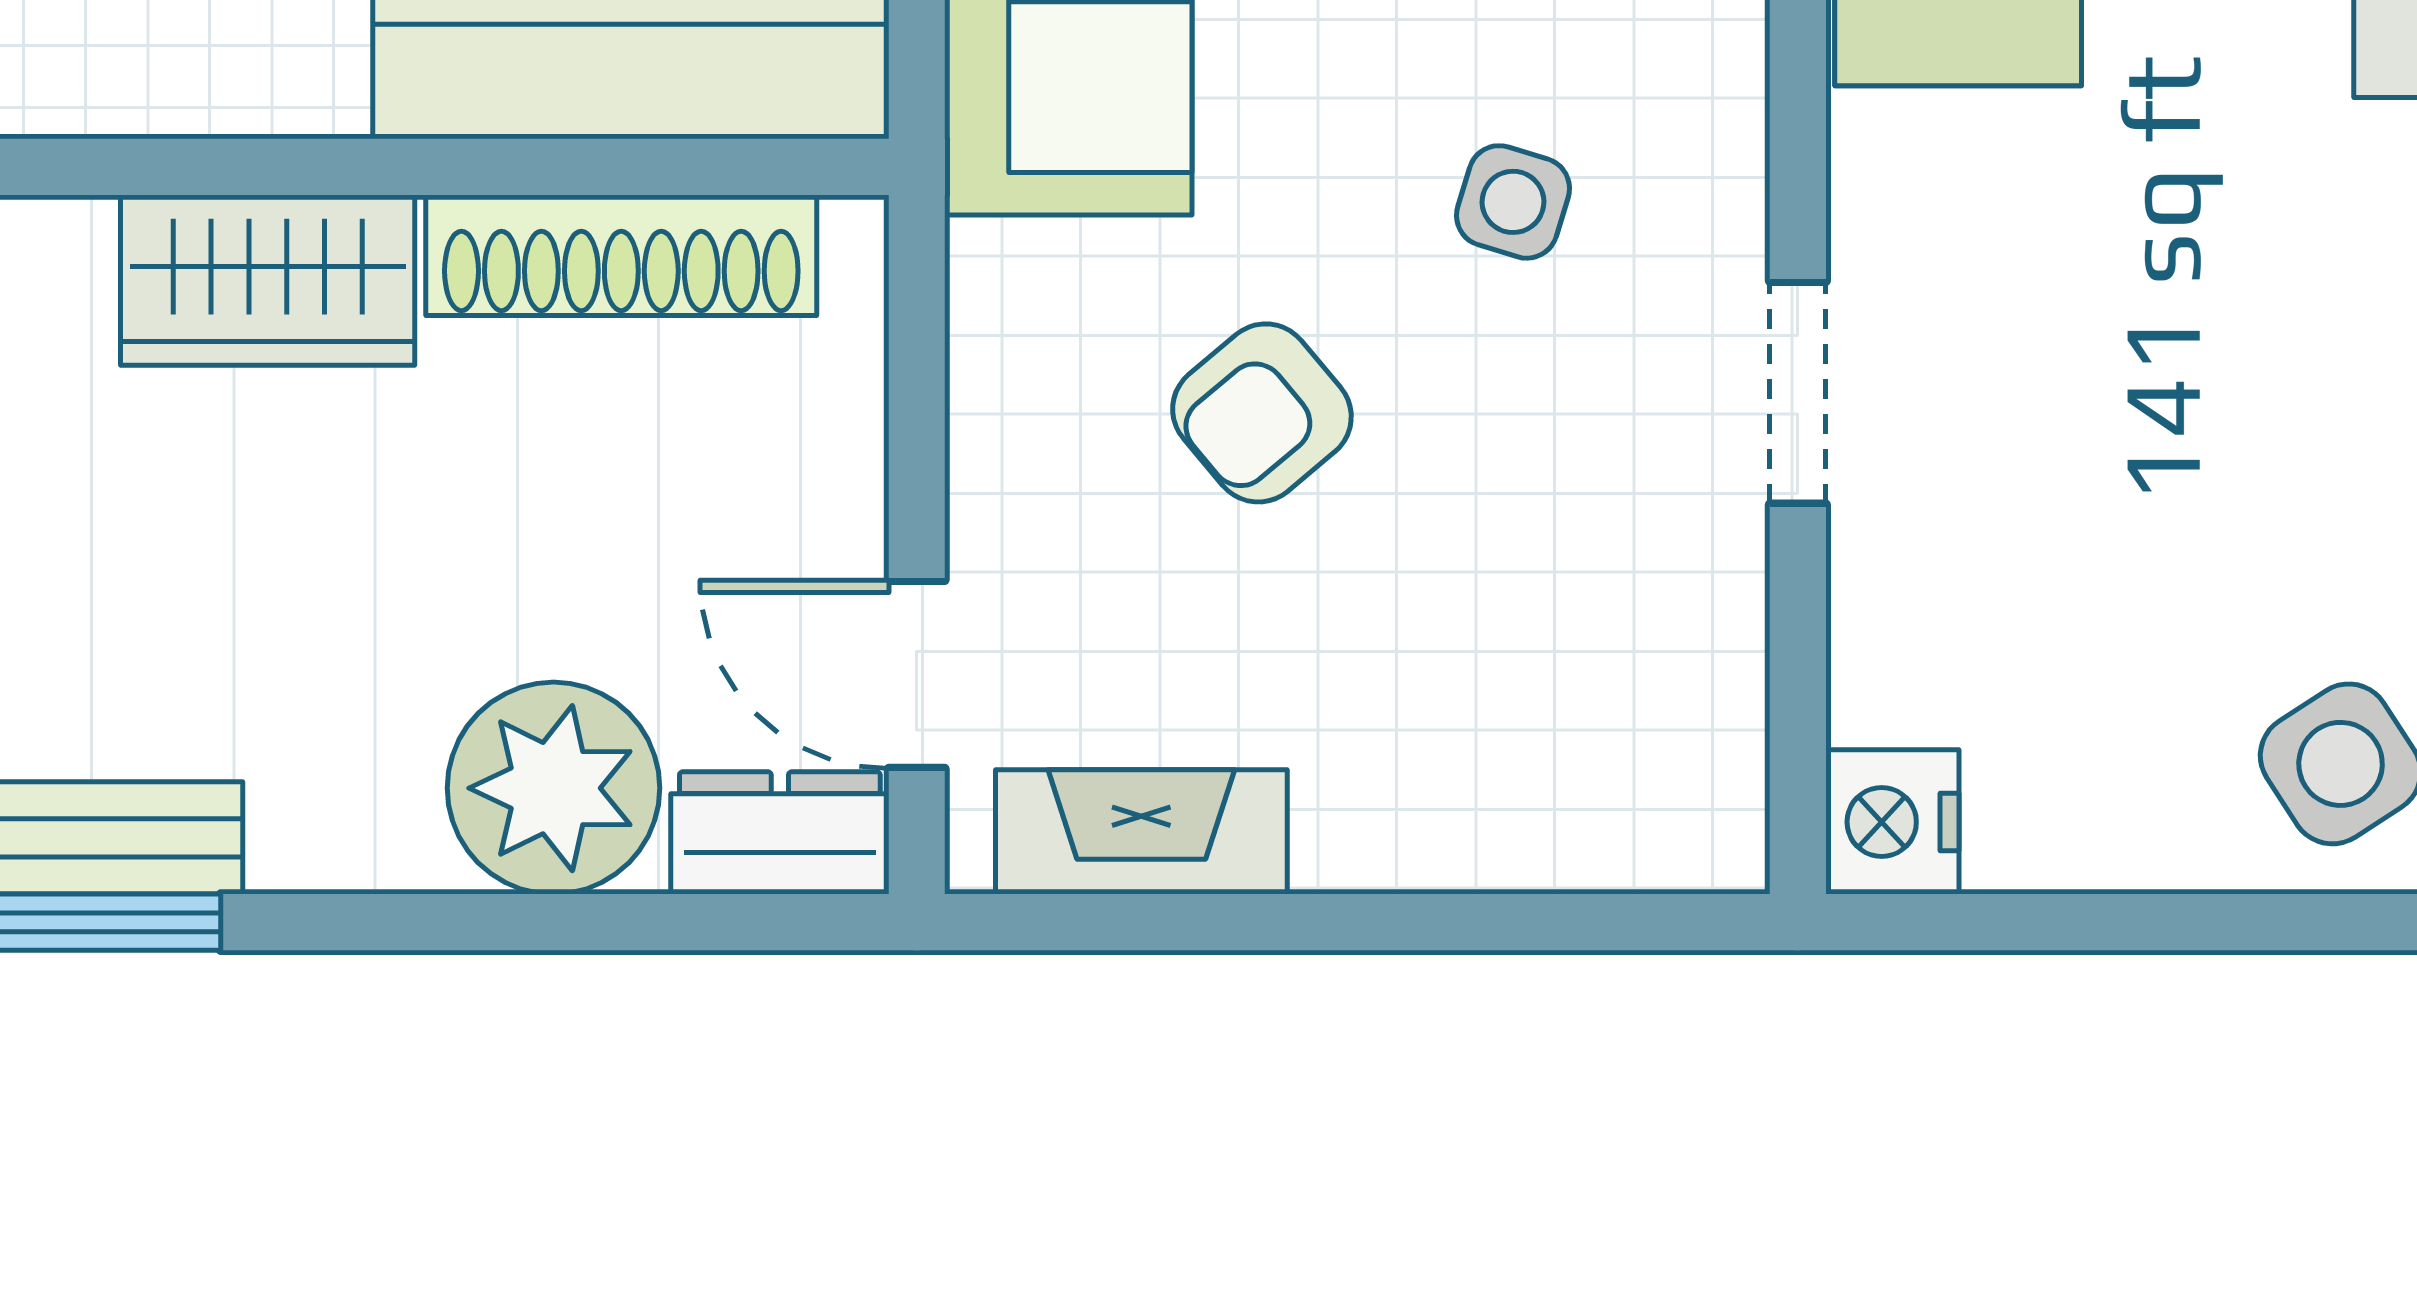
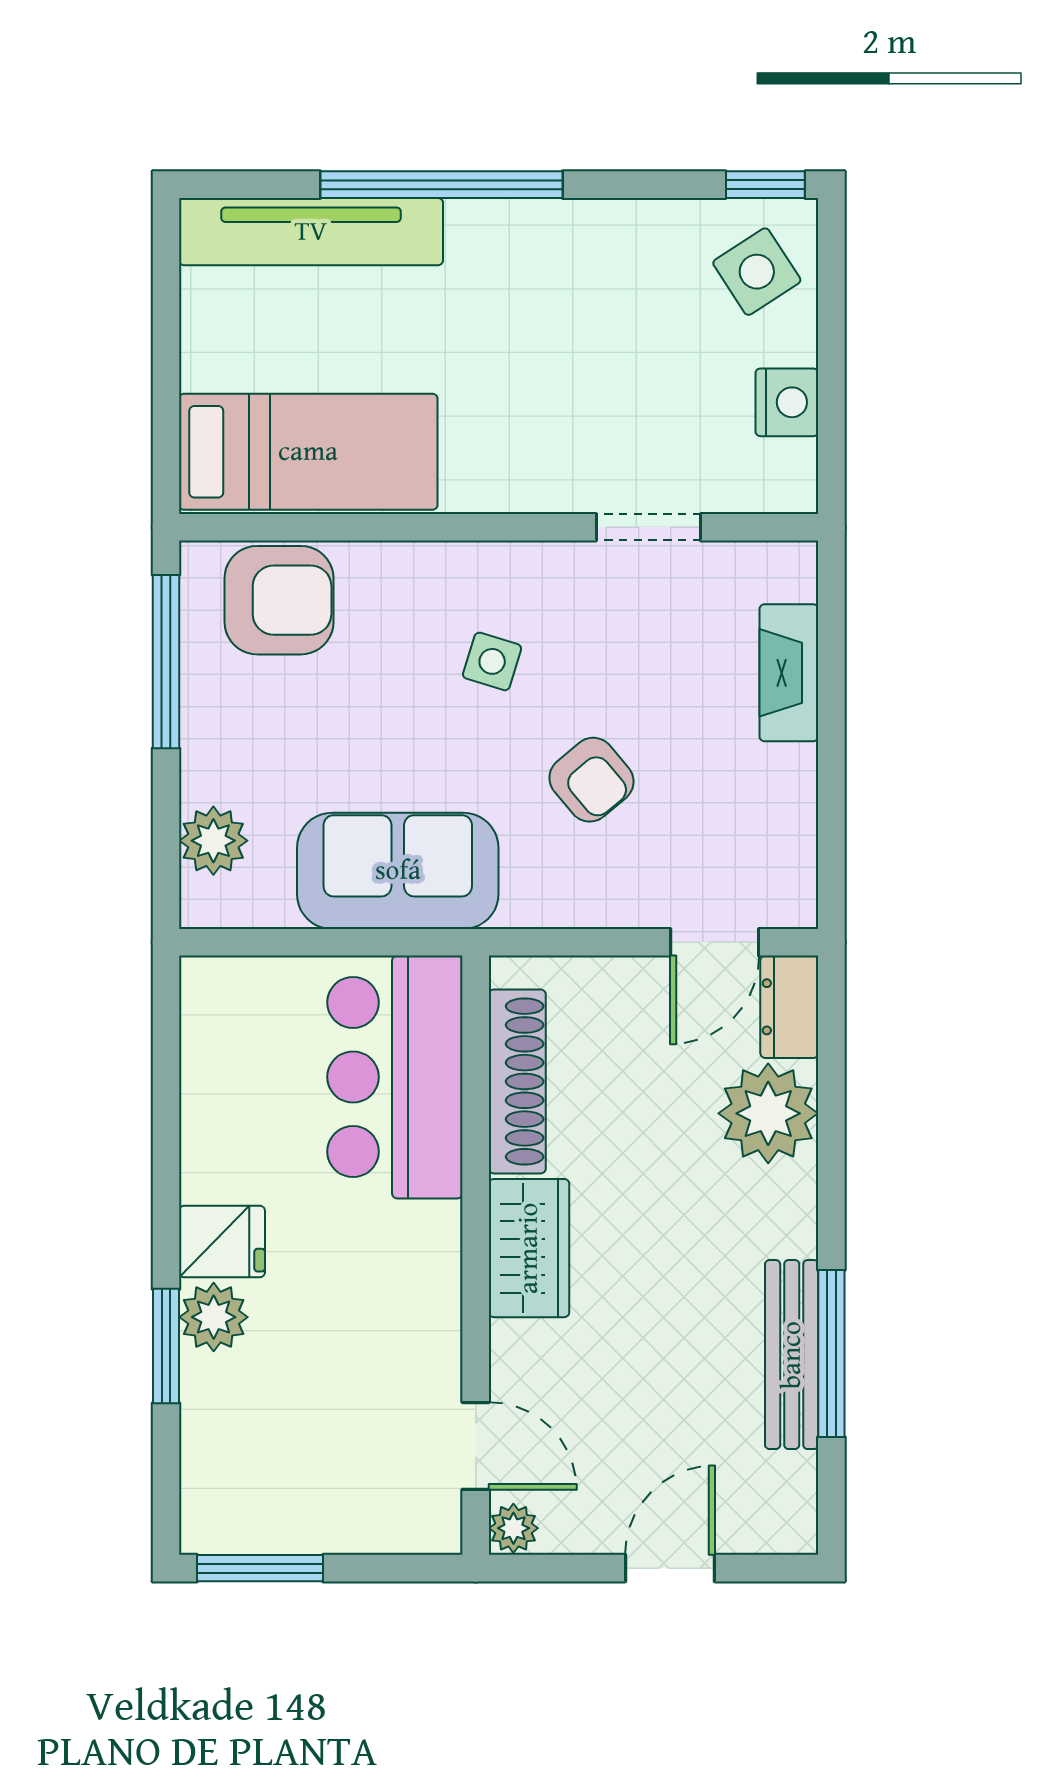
doorway: (1798, 393) -> (648, 527), moved
nightstand: (1892, 822) -> (787, 402), moved, turned -90
fireplace: (1141, 832) -> (789, 673), moved

